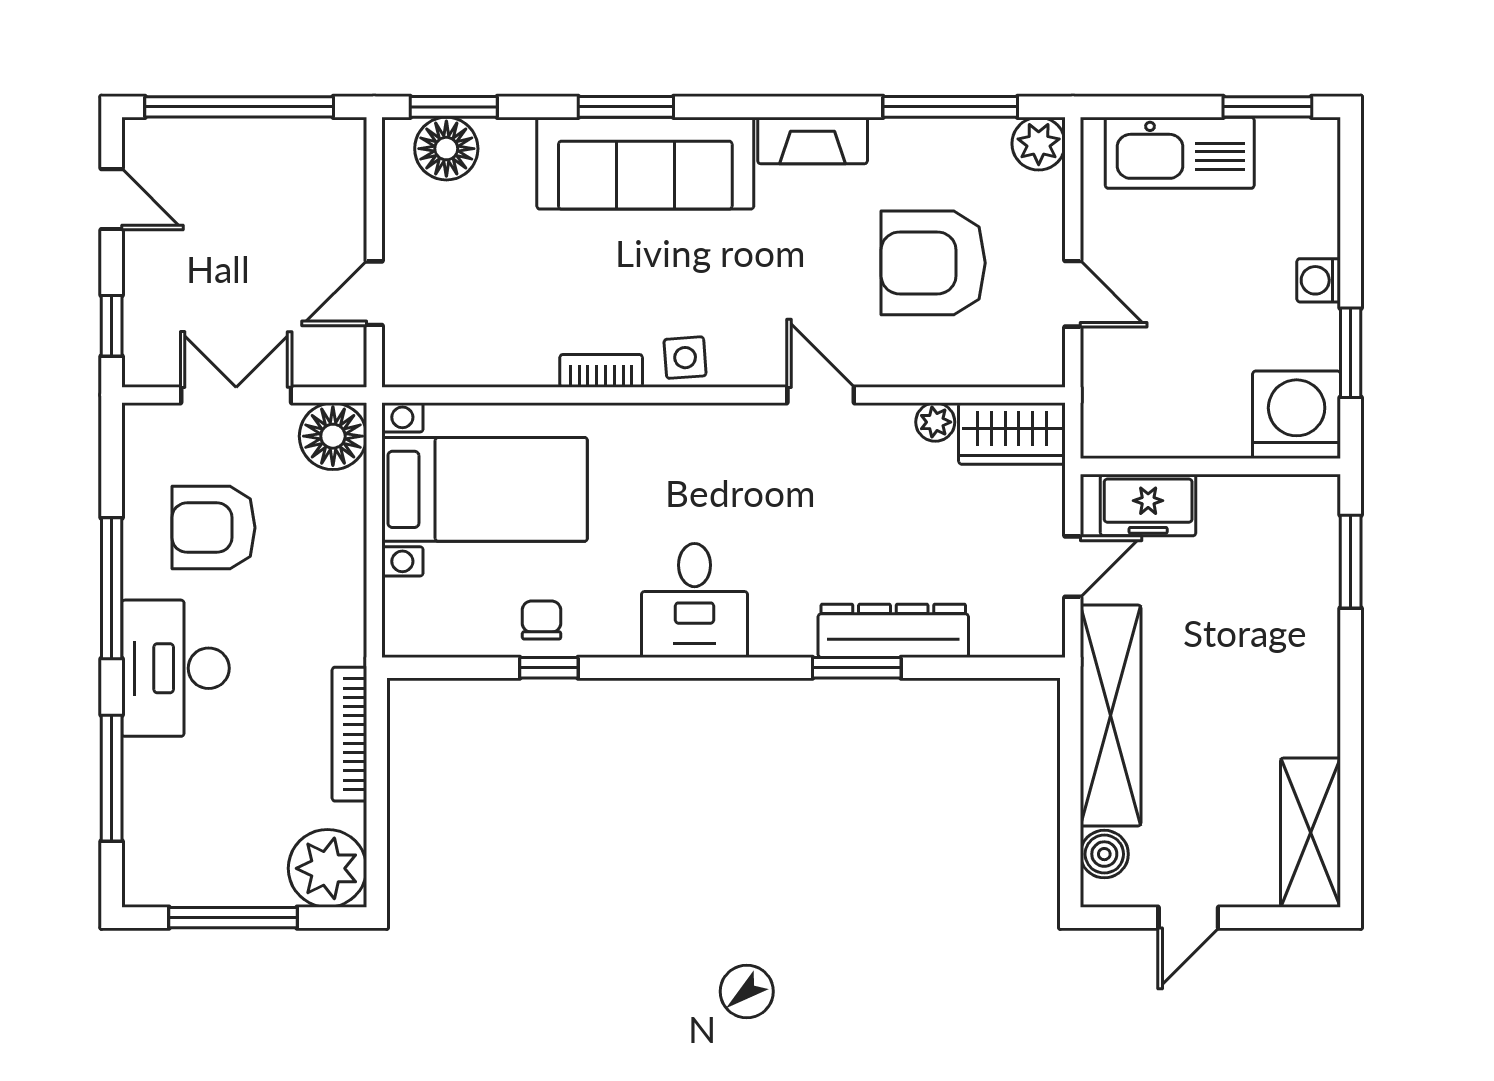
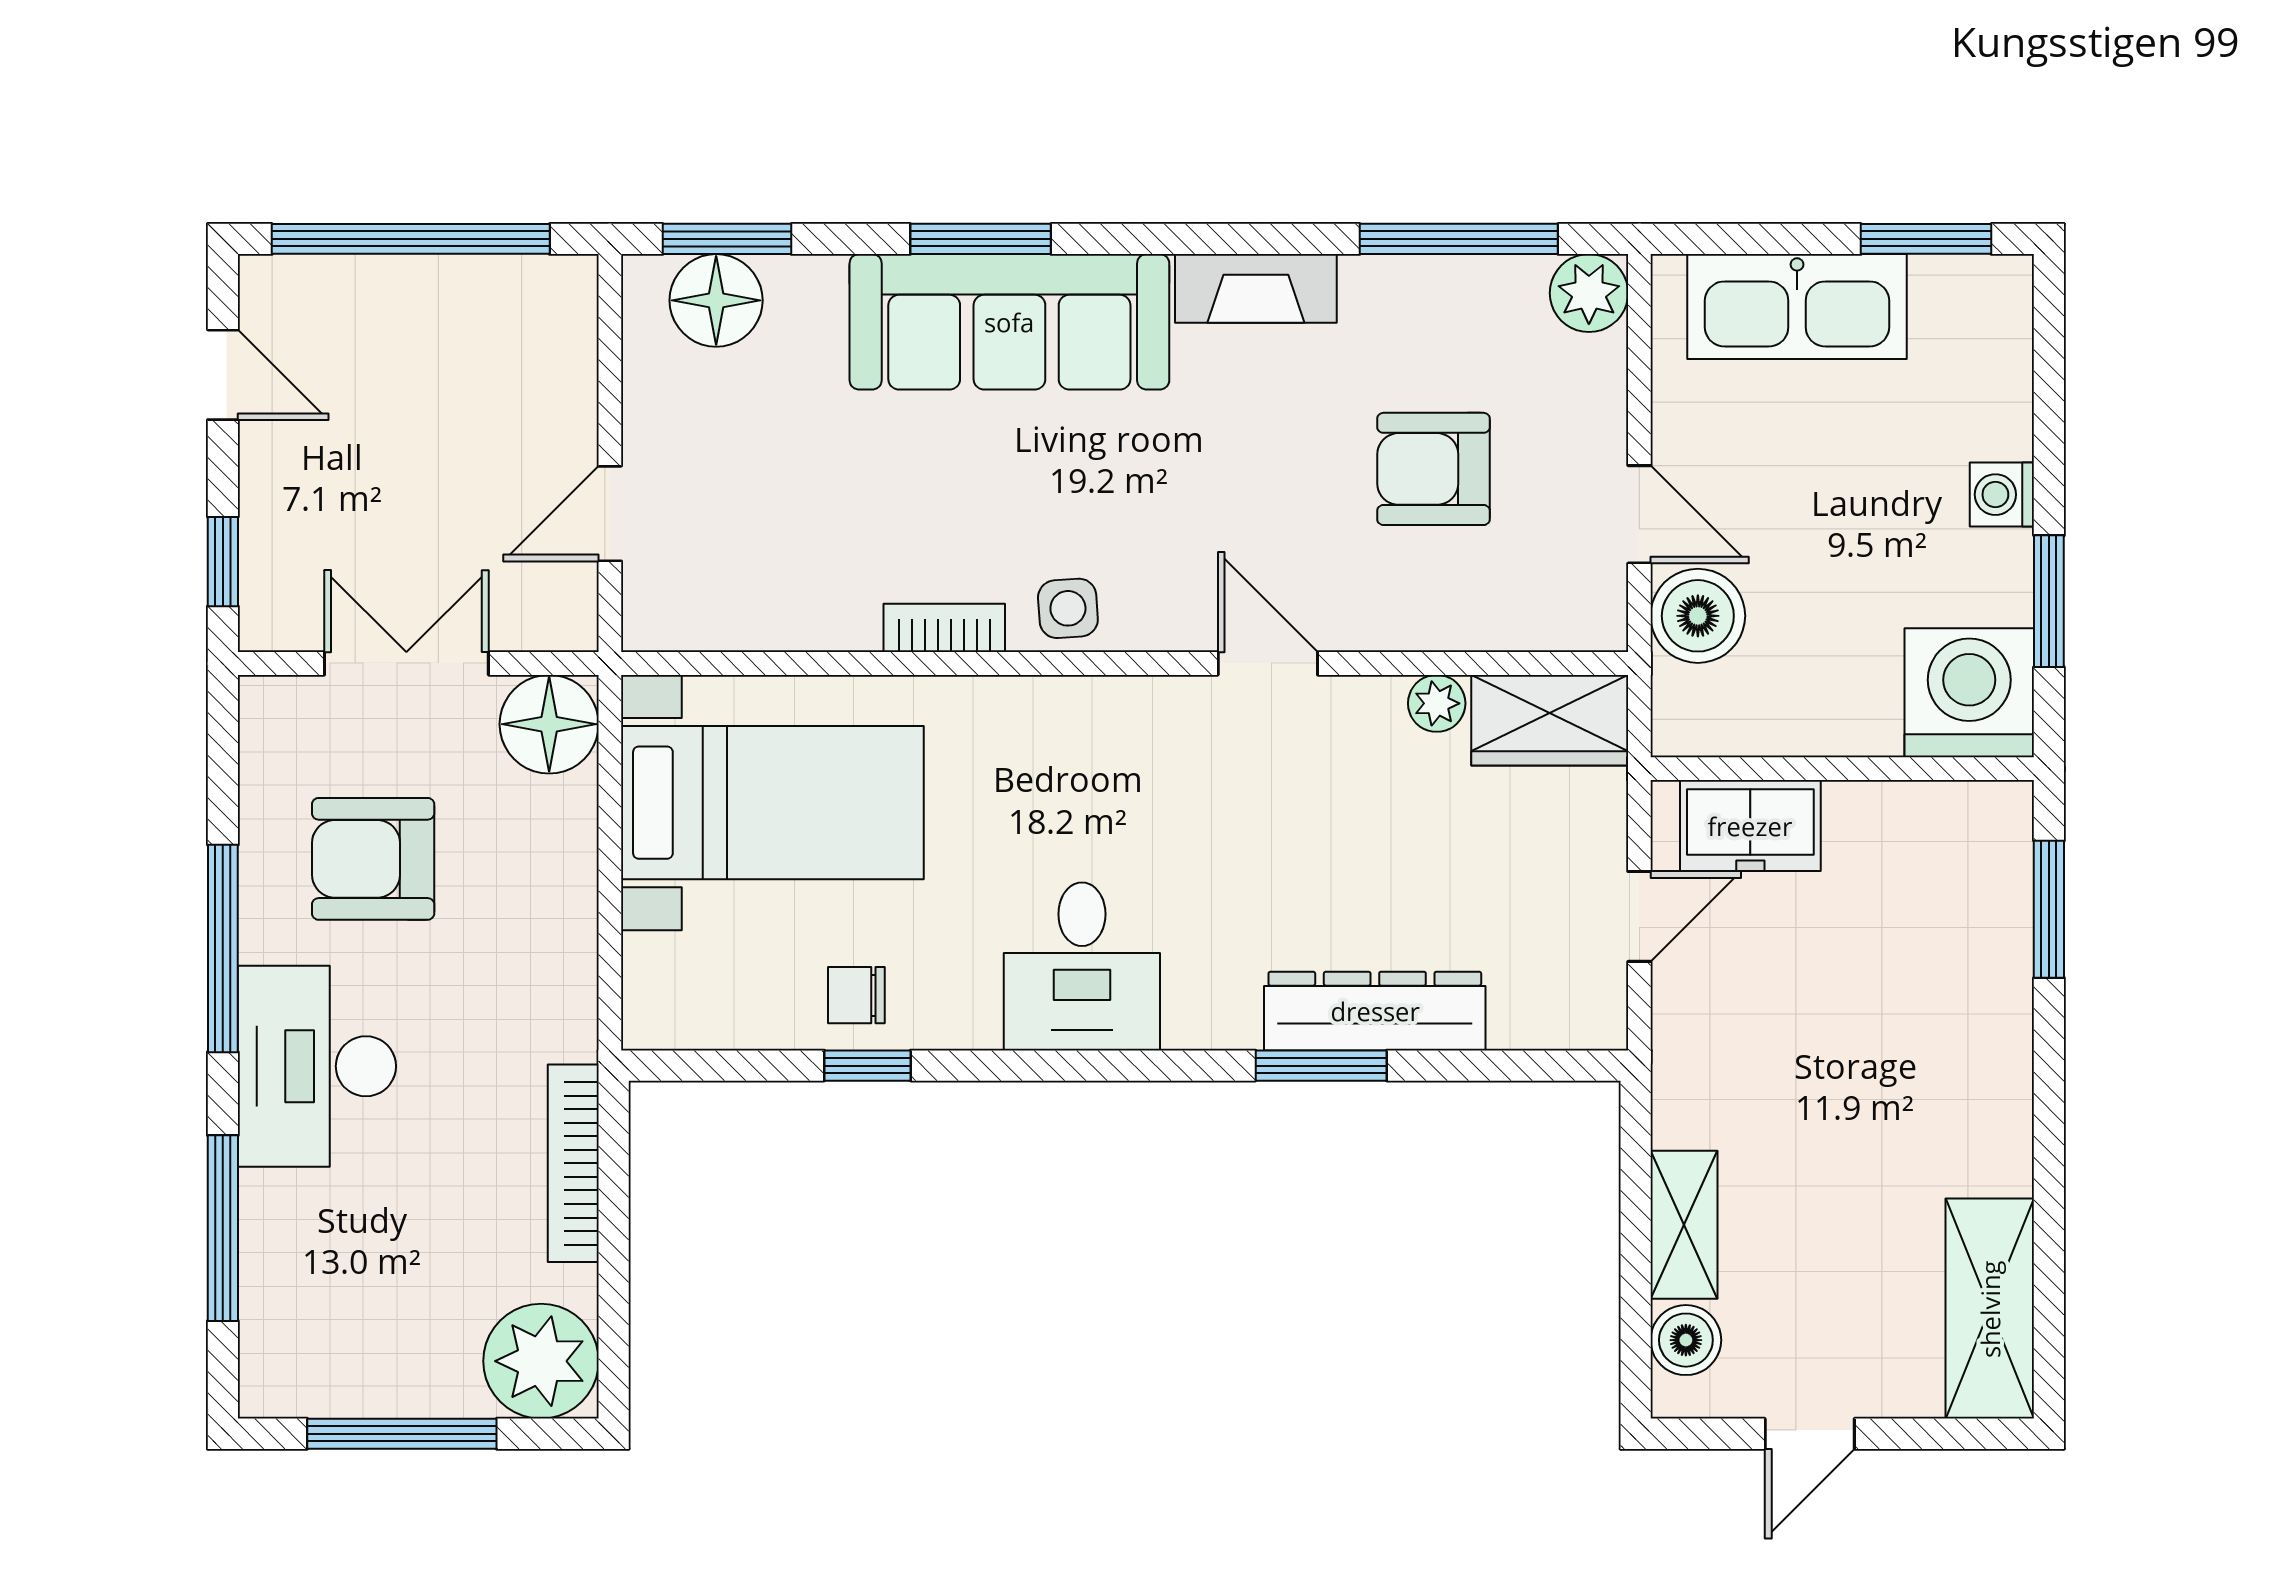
armchair: (933, 263) -> (1433, 469), width x0.73, depth x0.73
boiler: (1112, 363) -> (1698, 616), added
chair: (542, 620) -> (856, 995), turned -90
shelving: (1111, 715) -> (1684, 1225), width x0.45, depth x0.75

